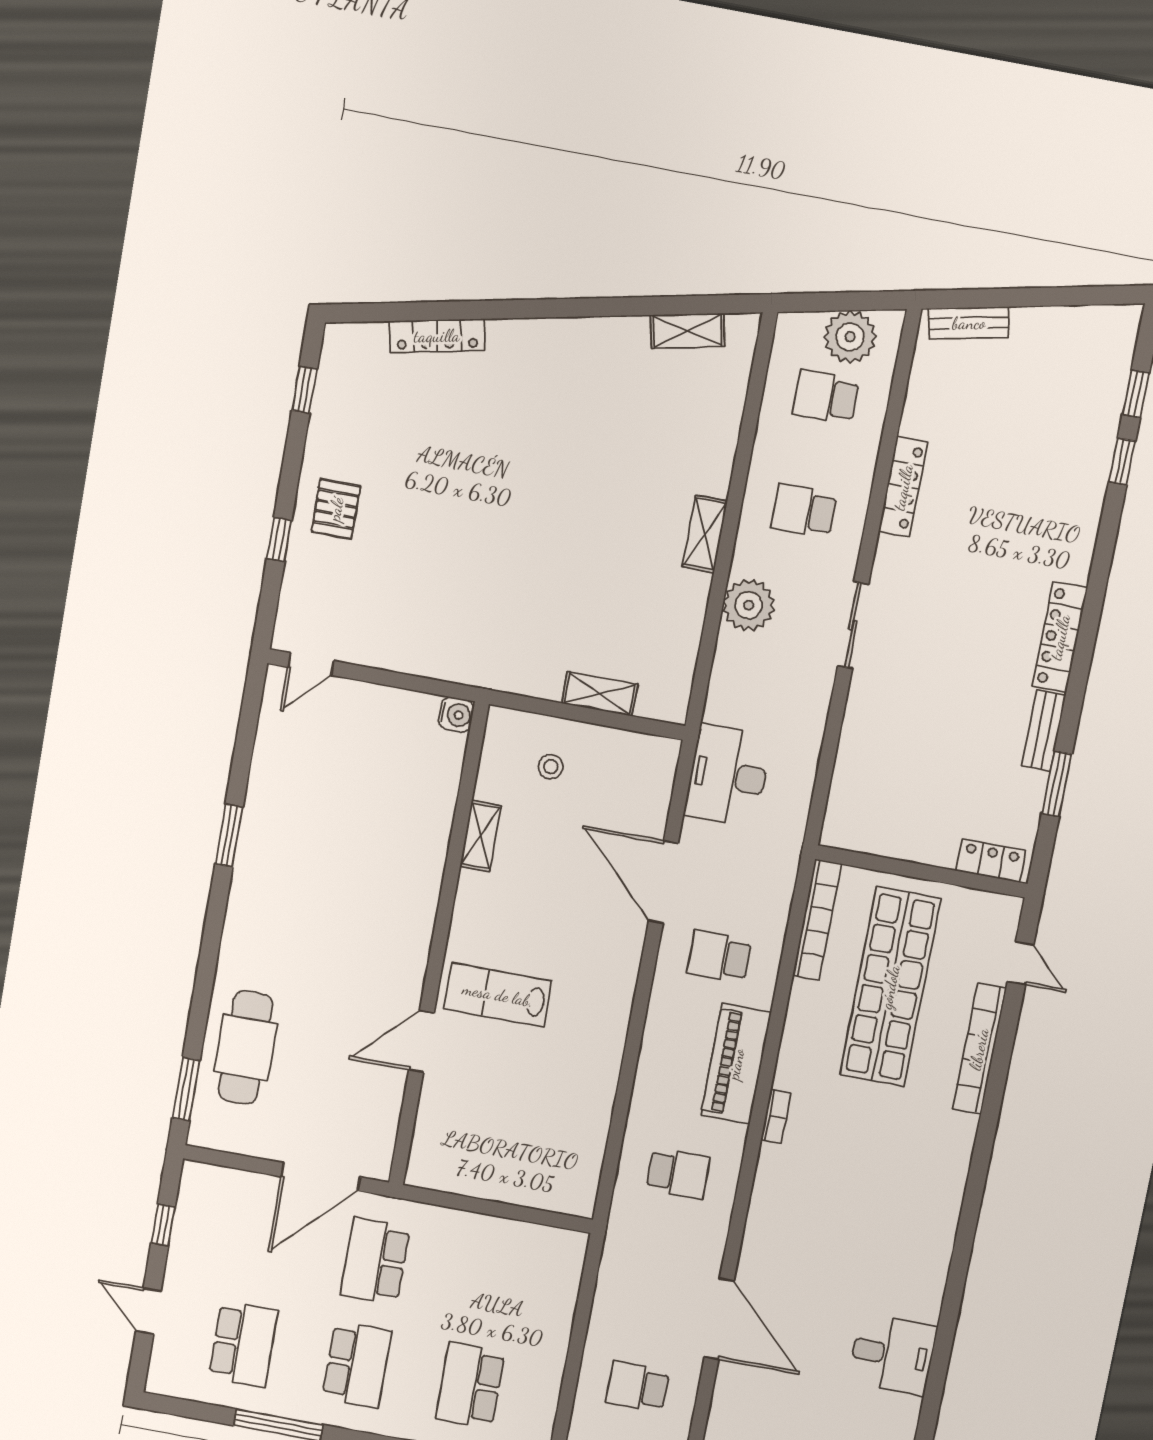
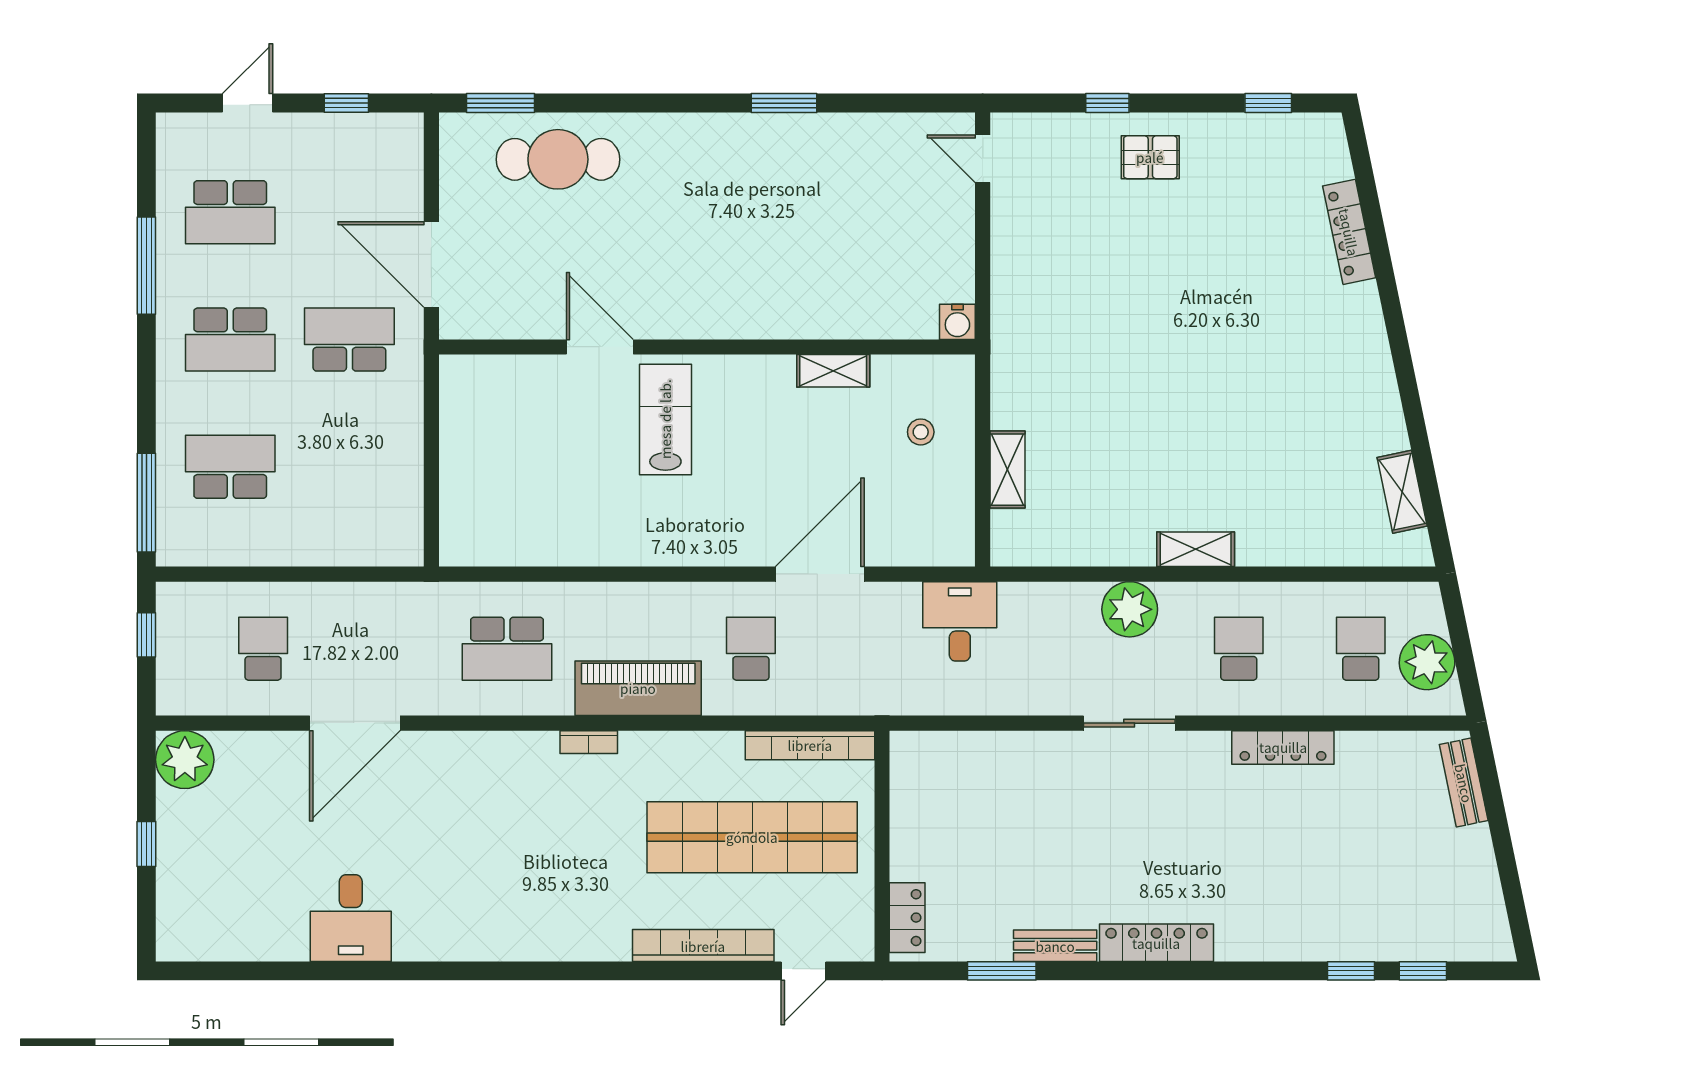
desk: (728, 776) -> (960, 621), width x0.73
school desk: (678, 1173) -> (507, 649), width x1.85

